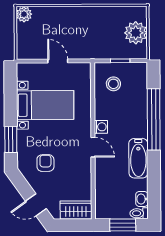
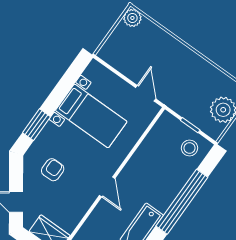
door: (58, 61) -> (146, 93), moved
stool: (113, 84) -> (189, 148), moved
washing machine: (101, 127) -> (128, 173), removed

